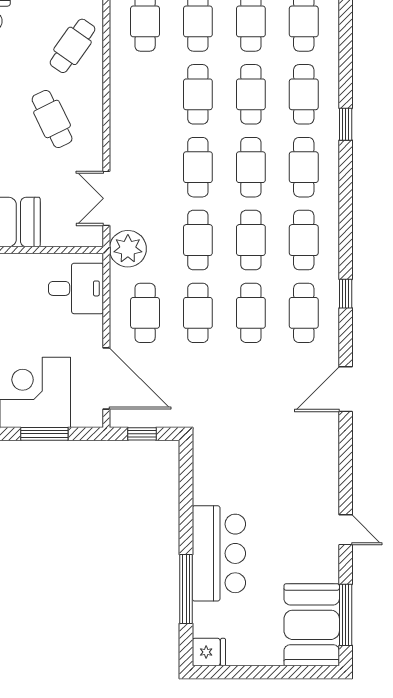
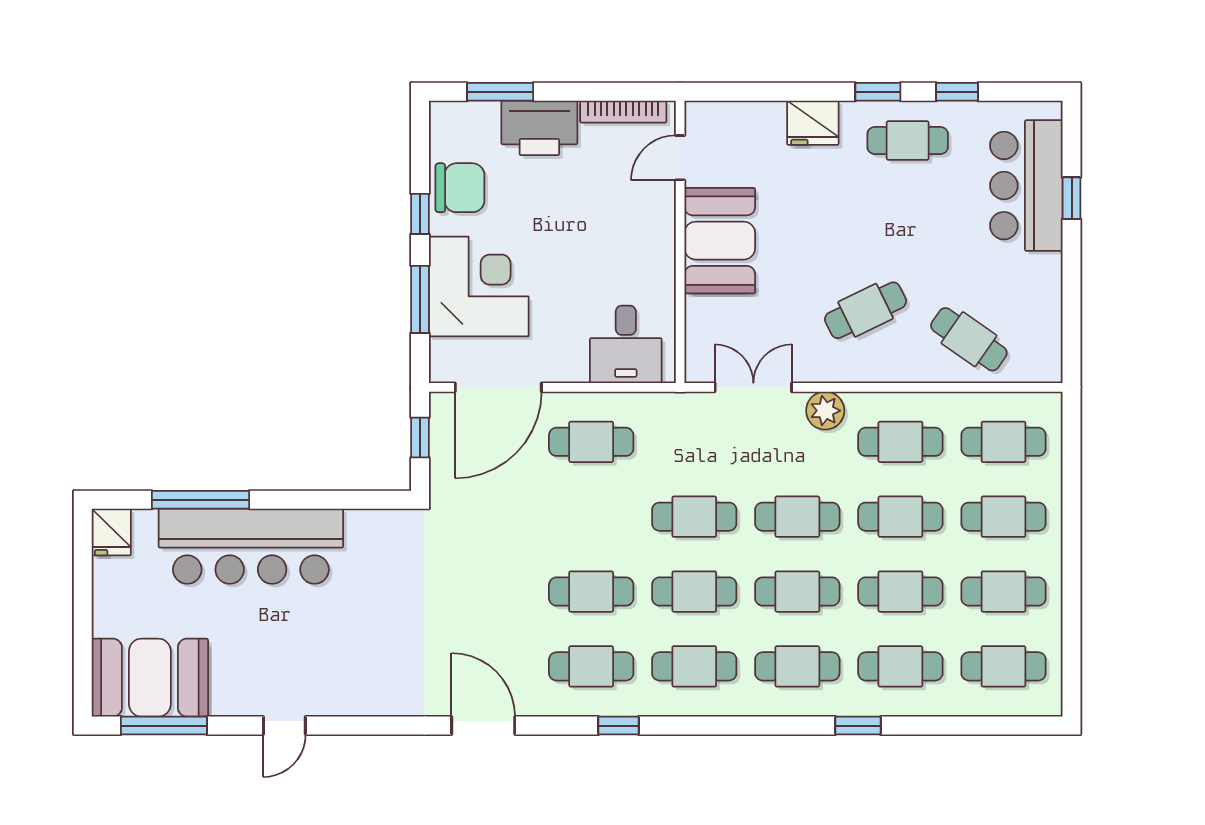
plant: (128, 249) -> (825, 411), moved, width x0.73, depth x0.73
cafe table: (198, 313) -> (900, 442), moved
bar counter: (219, 553) -> (251, 546), width x1.36

